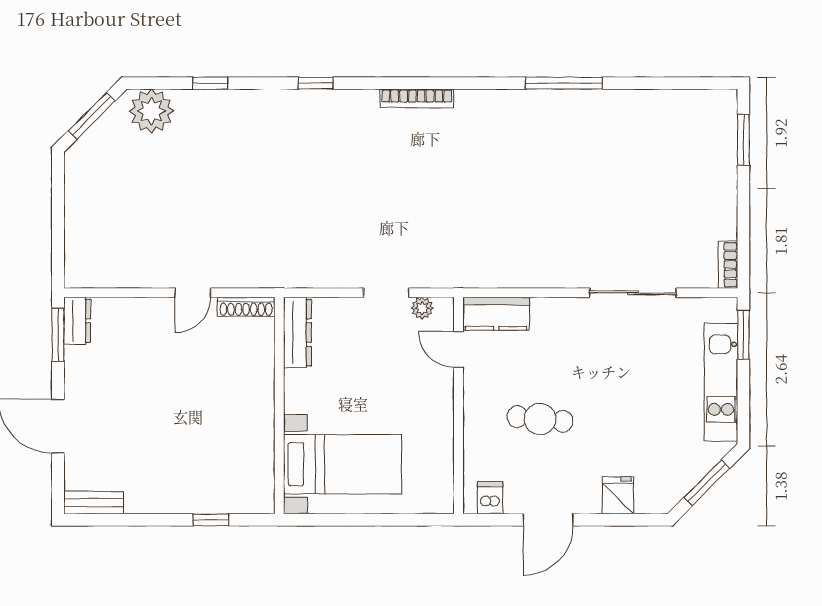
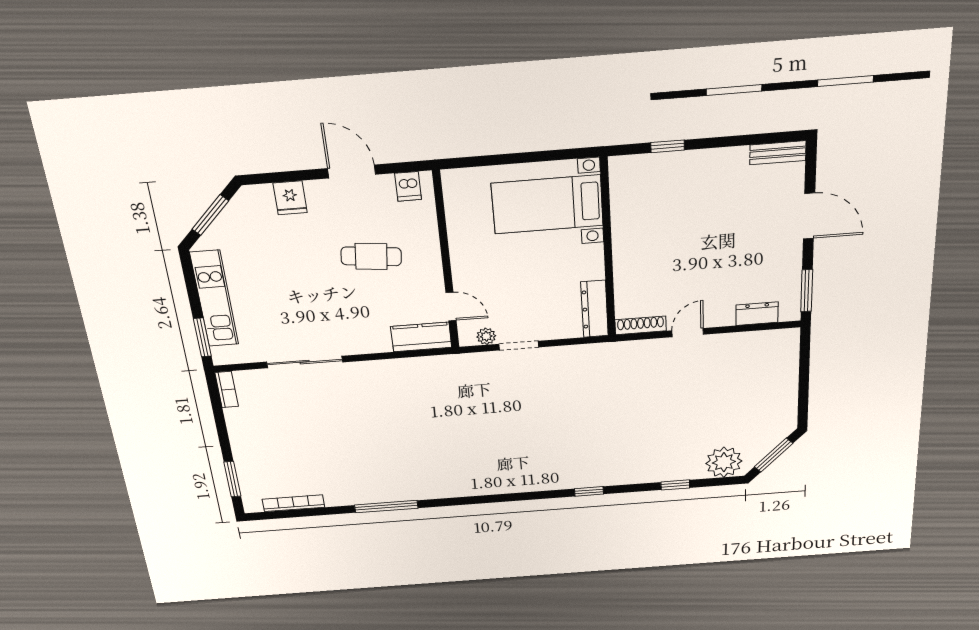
bookcase: (417, 98) -> (293, 503), moved
dresser: (77, 321) -> (757, 314), moved, turned 90
door: (548, 520) -> (352, 171), hinge flipped

